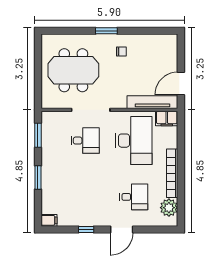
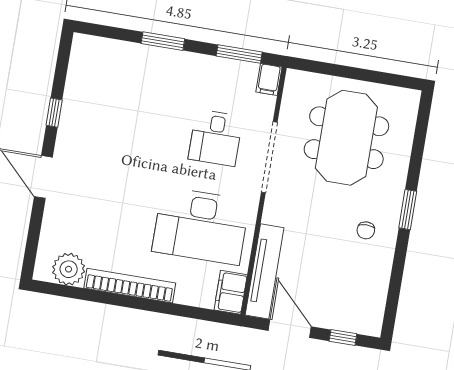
window: (181, 54) -> (343, 337), added
desk: (134, 197) -> (99, 209), removed
filing cabinet: (49, 220) -> (269, 80), moved

